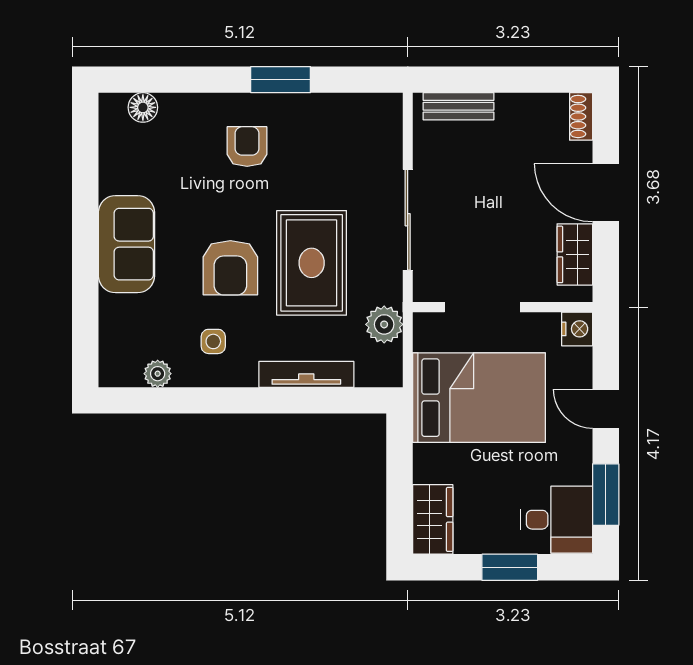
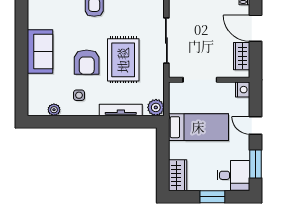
plant: (384, 324) -> (156, 107), moved
bed: (479, 398) -> (198, 127), width x0.67

